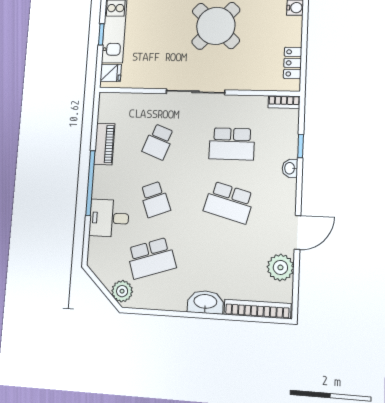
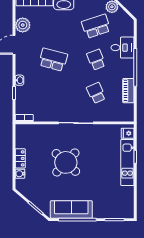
locker: (293, 63) -> (20, 158), moved
school desk: (158, 142) -> (96, 93), turned -45
school desk: (232, 144) -> (53, 93), removed

